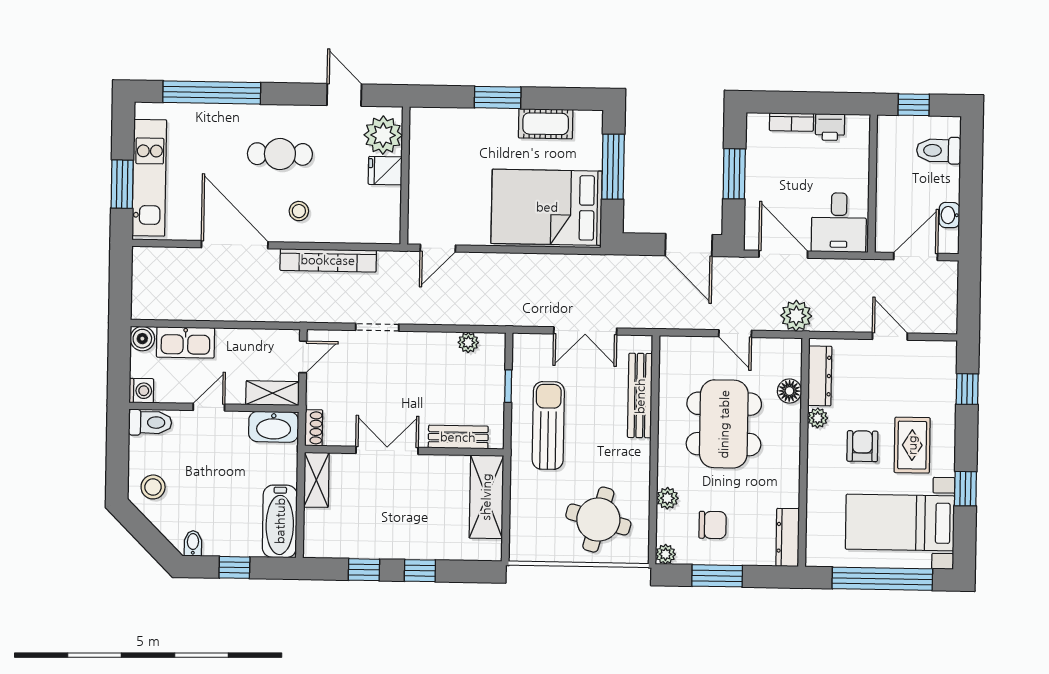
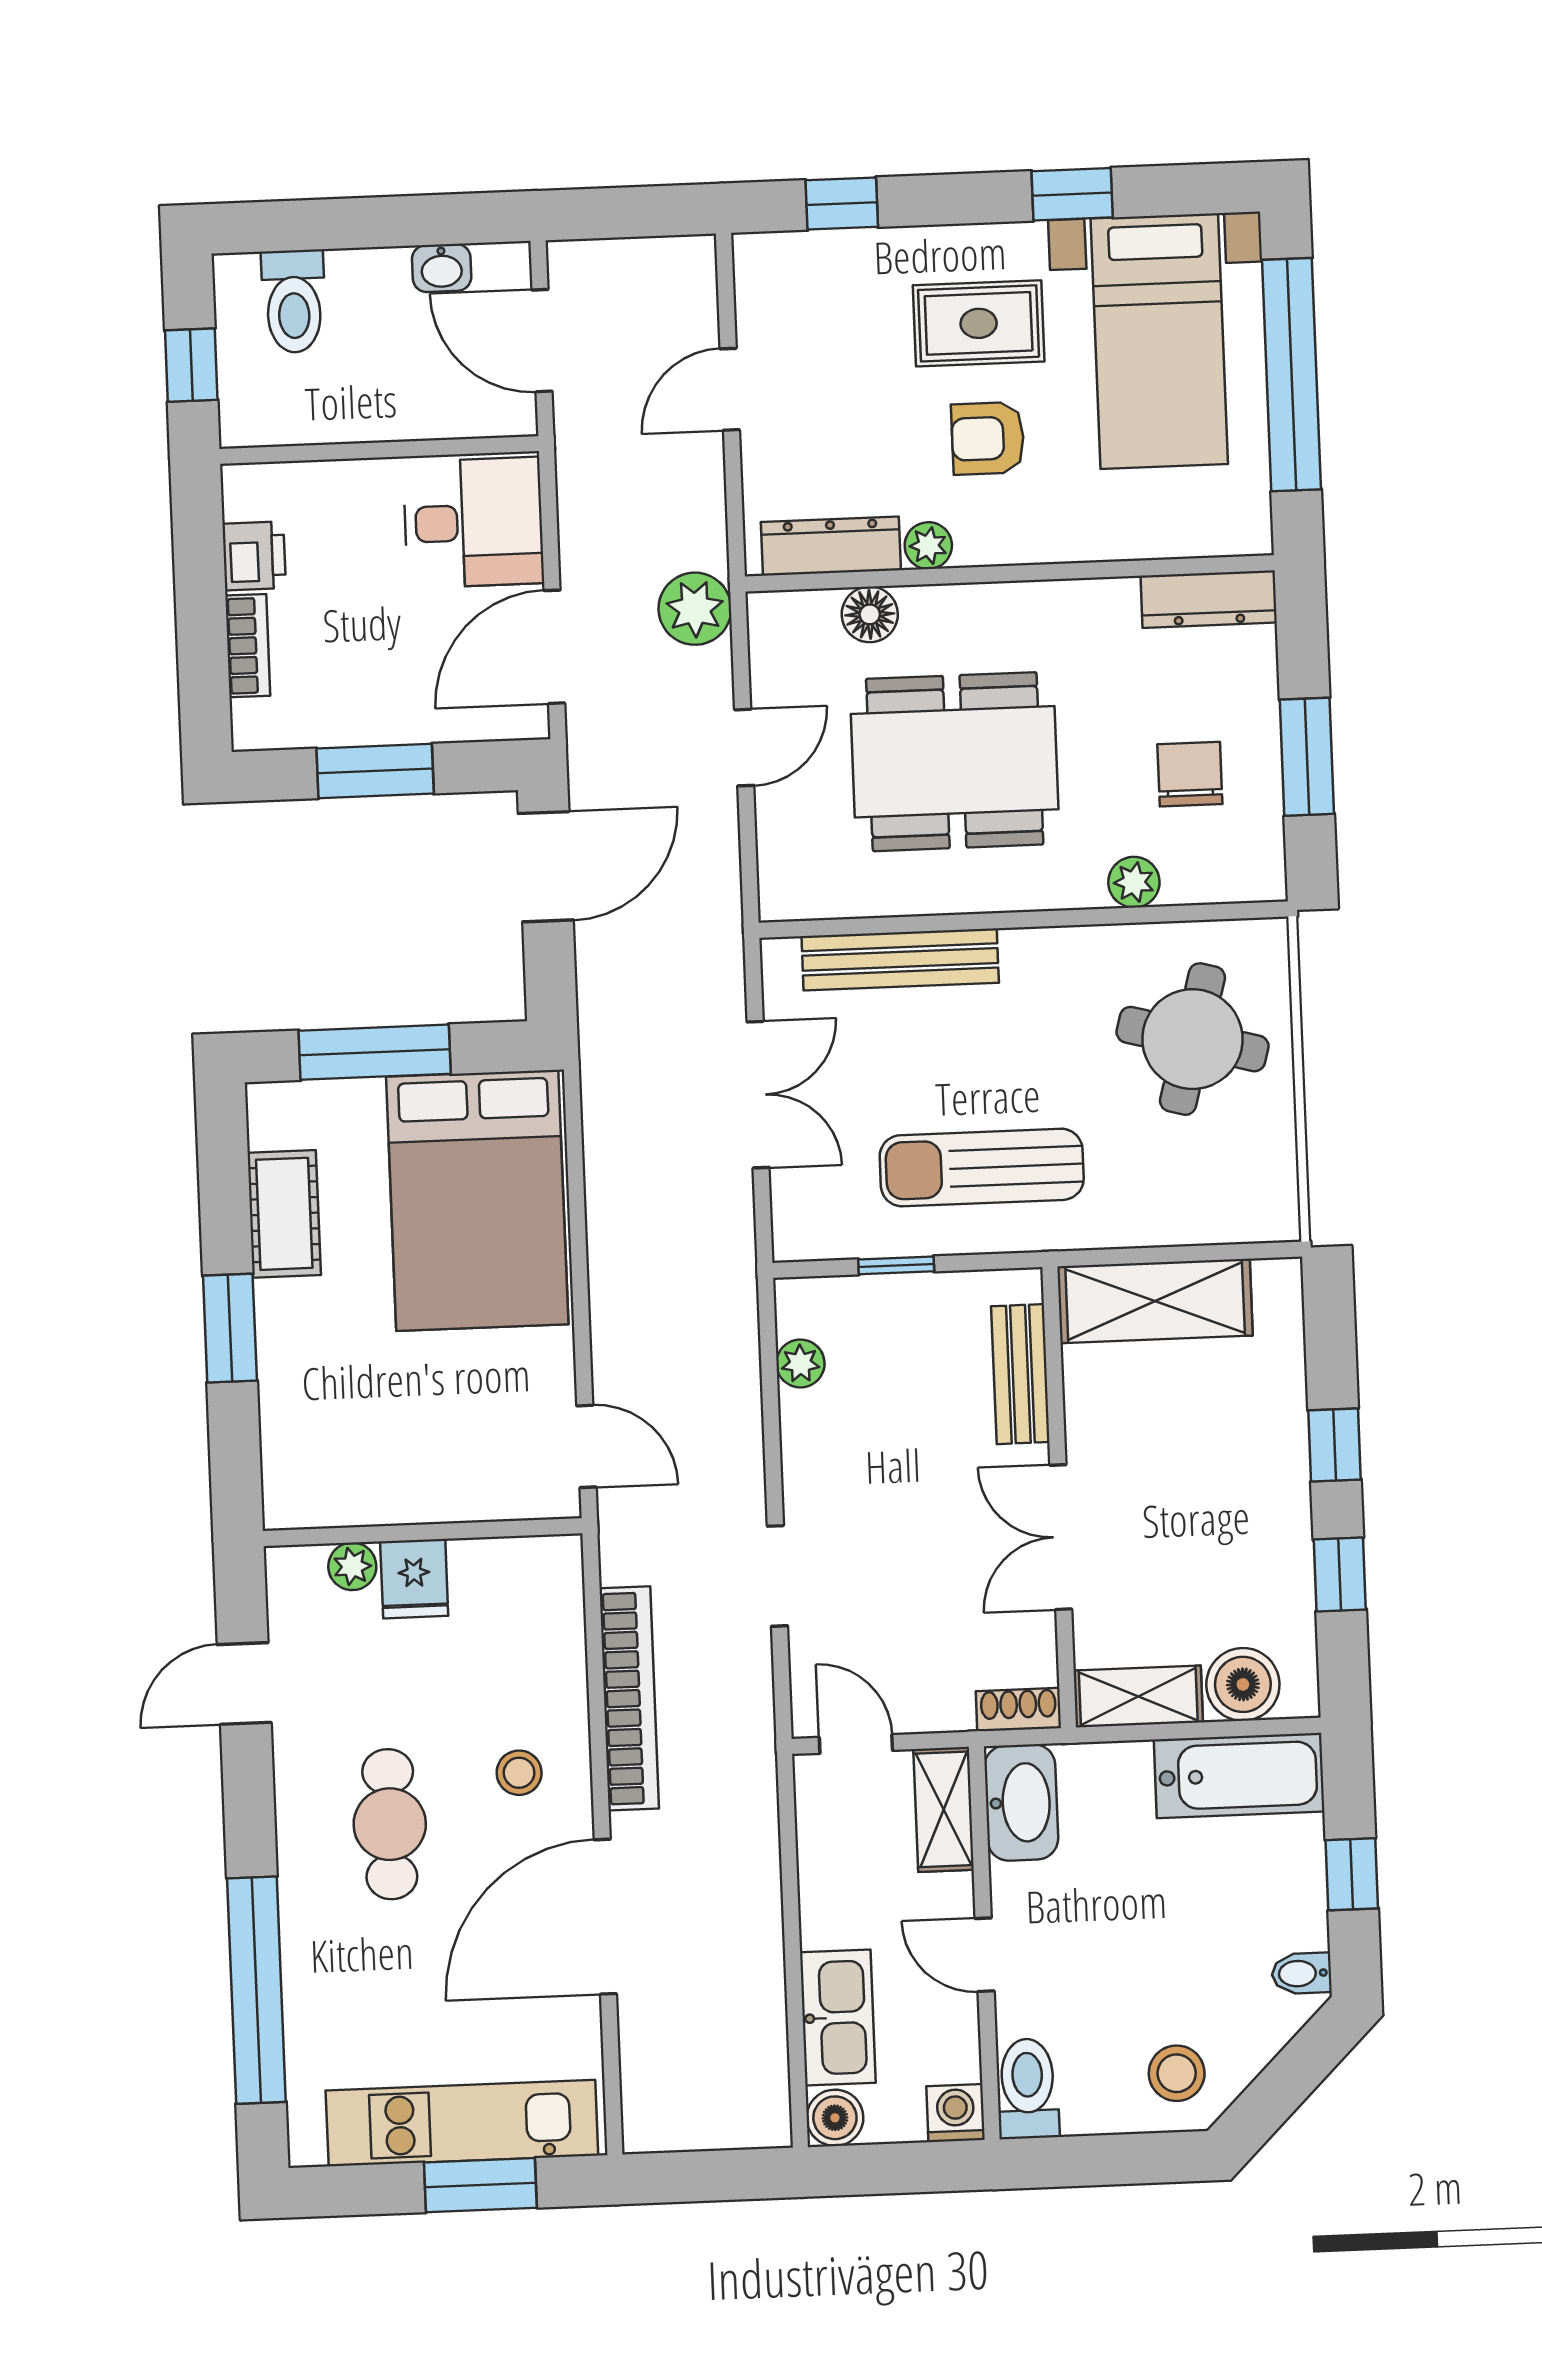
plant: (383, 135) -> (352, 1566), width x0.53, depth x0.53
boiler: (319, 525) -> (1243, 1684), added
plant: (665, 554) -> (1264, 879), removed

